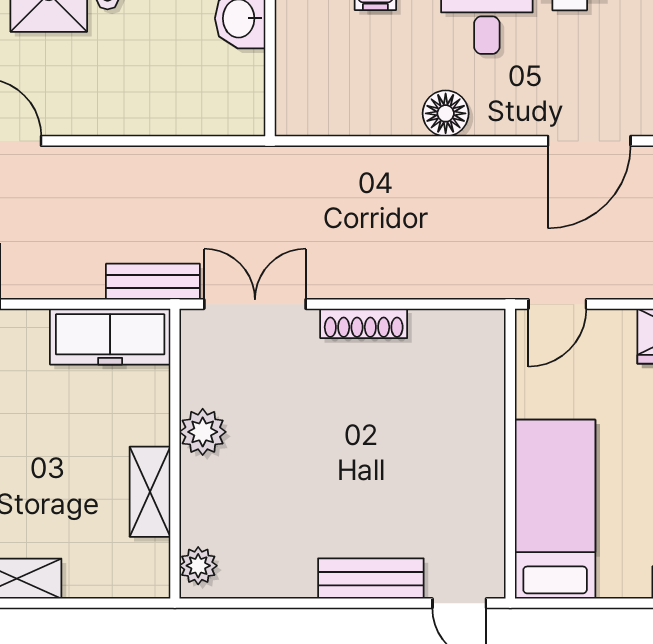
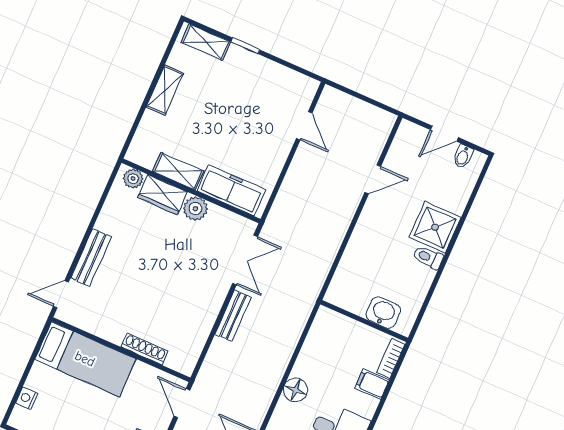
bench: (153, 282) -> (233, 316), moved
shoe rack: (364, 323) -> (145, 349), moved, turned 90
freezer: (110, 337) -> (231, 190), moved, turned 90
wardrobe: (204, 501) -> (162, 195), added

